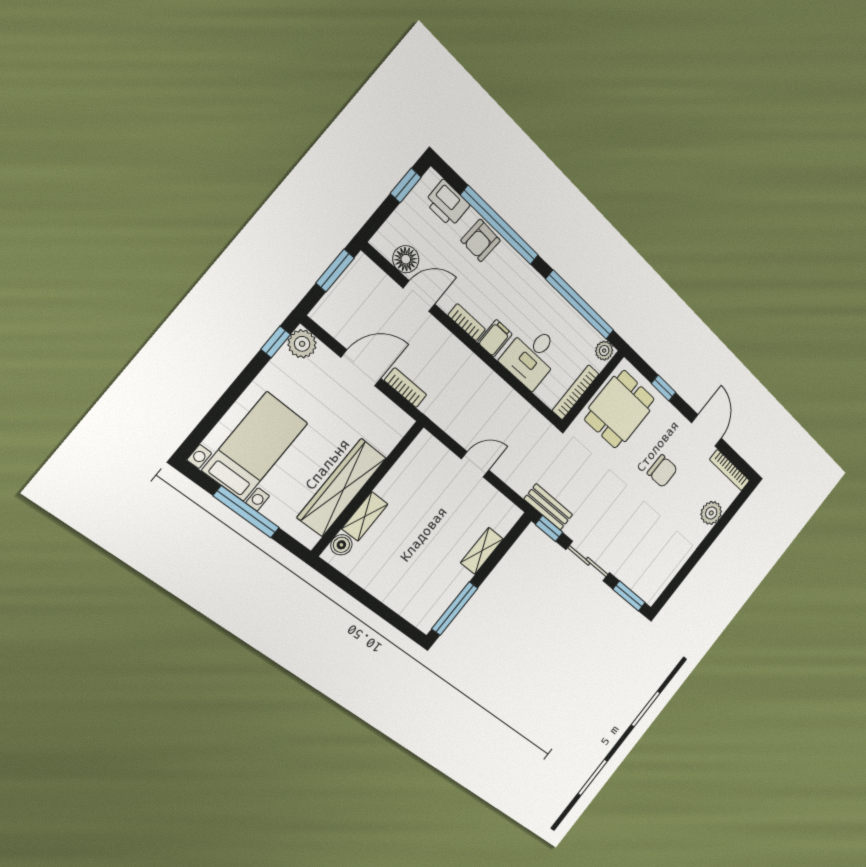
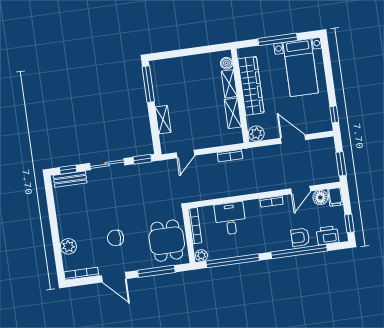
armchair: (481, 240) -> (300, 237), turned -93
filing cabinet: (495, 338) -> (335, 197), moved
plant: (302, 344) -> (256, 133), moved
door: (361, 368) -> (293, 139), swing flipped
bookcase: (405, 388) -> (230, 156), moved
window: (664, 388) -> (156, 271), width x2.17
door: (475, 464) -> (185, 154), moved
shelving: (398, 476) -> (233, 113), added
bench: (548, 507) -> (70, 179), moved
window: (629, 596) -> (68, 170), width x0.67

